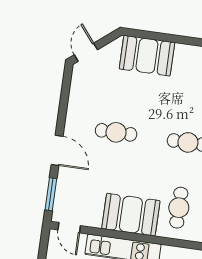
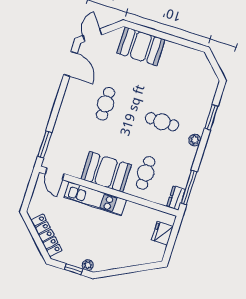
cafe table: (116, 132) -> (106, 104), turned 90
door: (57, 150) -> (70, 64), moved

